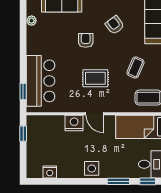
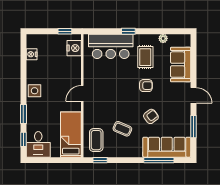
armchair: (115, 25) -> (151, 116), moved
rug: (95, 78) -> (145, 57), moved
window: (23, 91) -> (128, 31), moved
nightstand: (74, 123) -> (74, 48), moved

